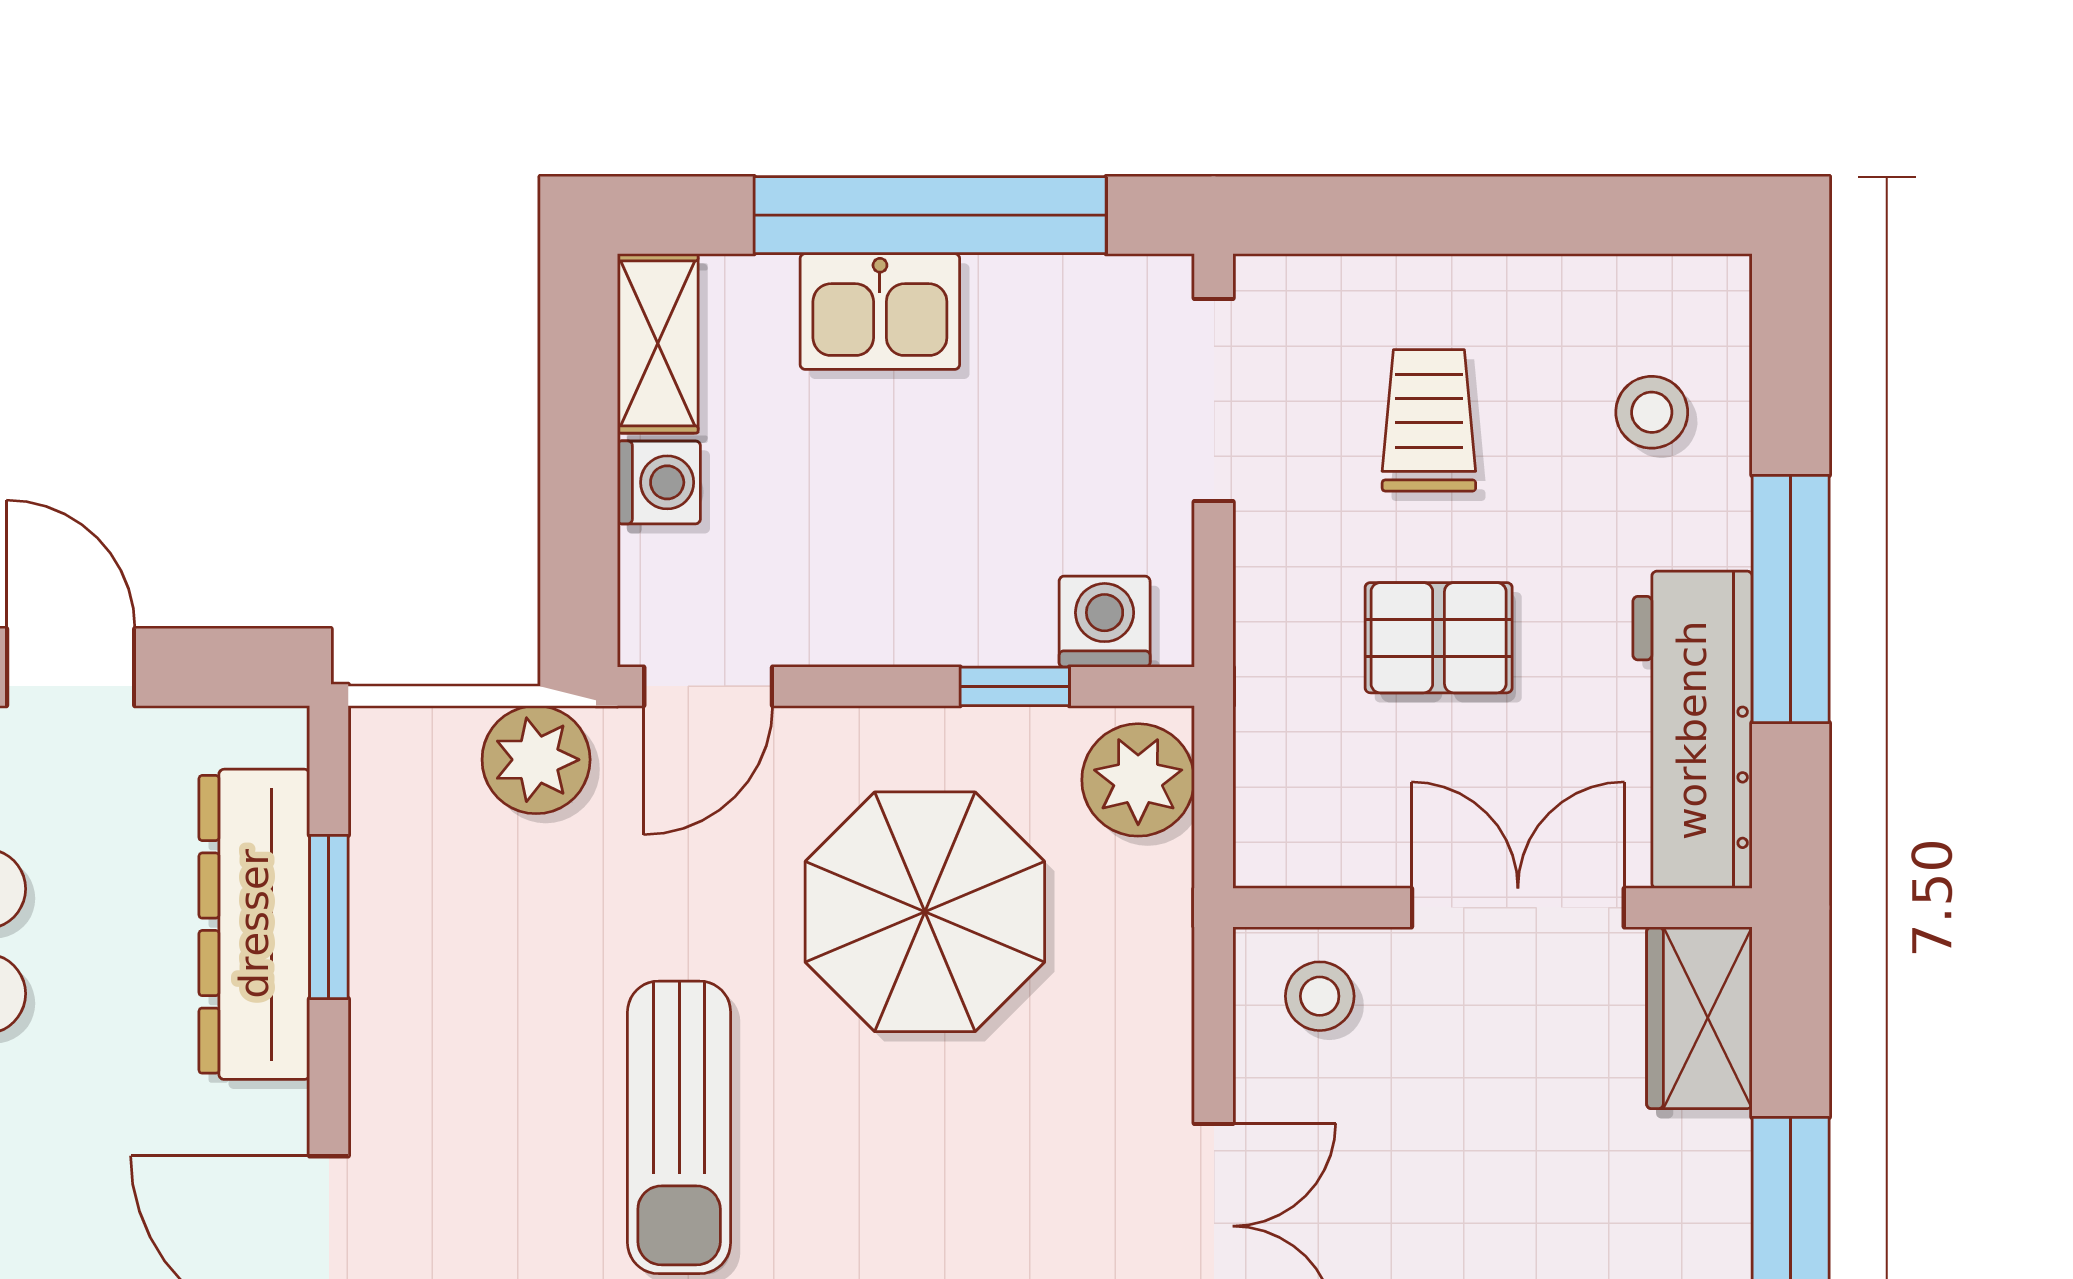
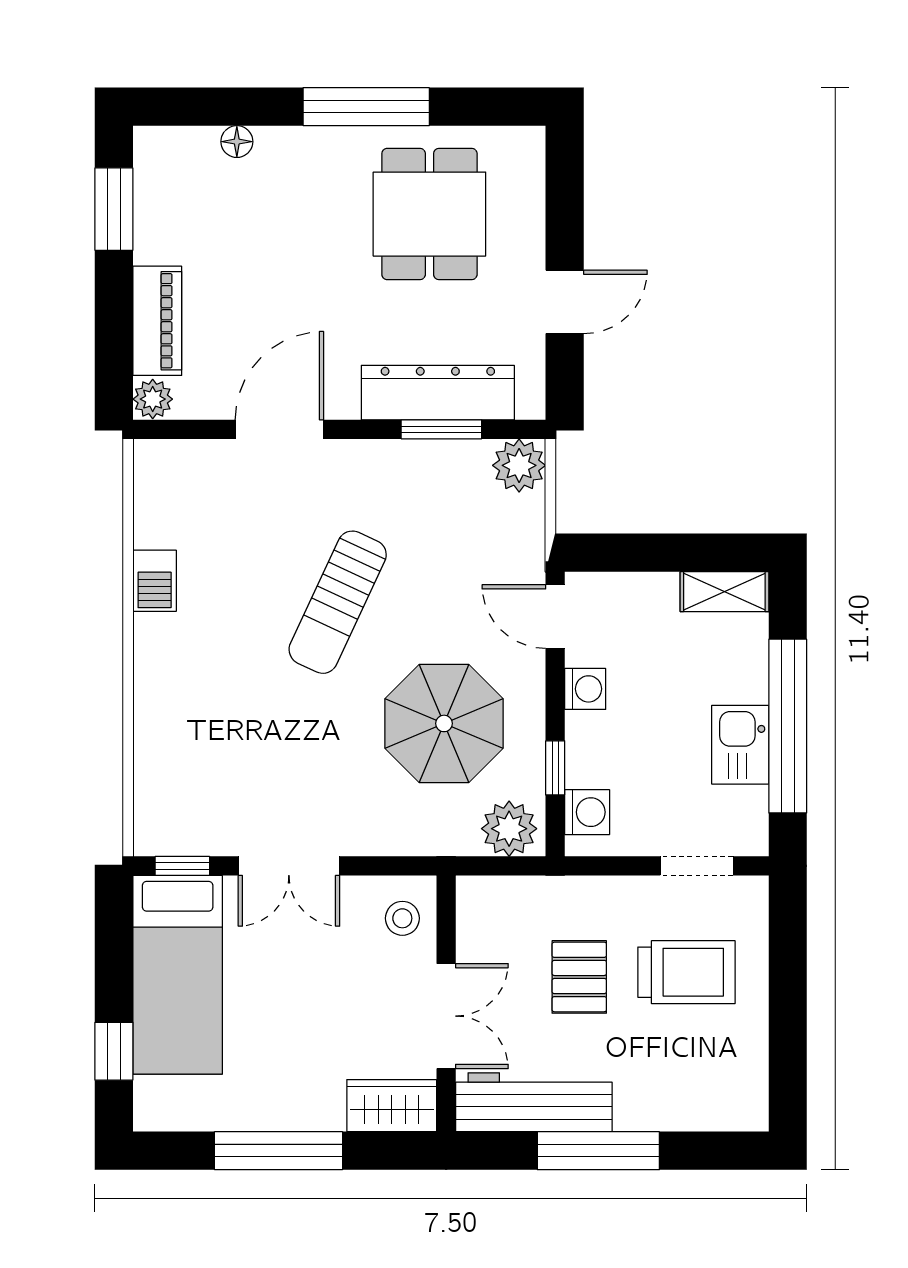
kitchen sink: (880, 312) -> (740, 745), moved
doorway: (1214, 400) -> (697, 866), width x0.73
stool: (1652, 412) -> (691, 1082), removed
trolley: (1429, 420) -> (686, 972), width x1.36, depth x1.39
washing machine: (659, 482) -> (585, 689), moved, turned -90
plant: (536, 760) -> (519, 465), moved
sun lounger: (679, 1127) -> (338, 602), turned -65

